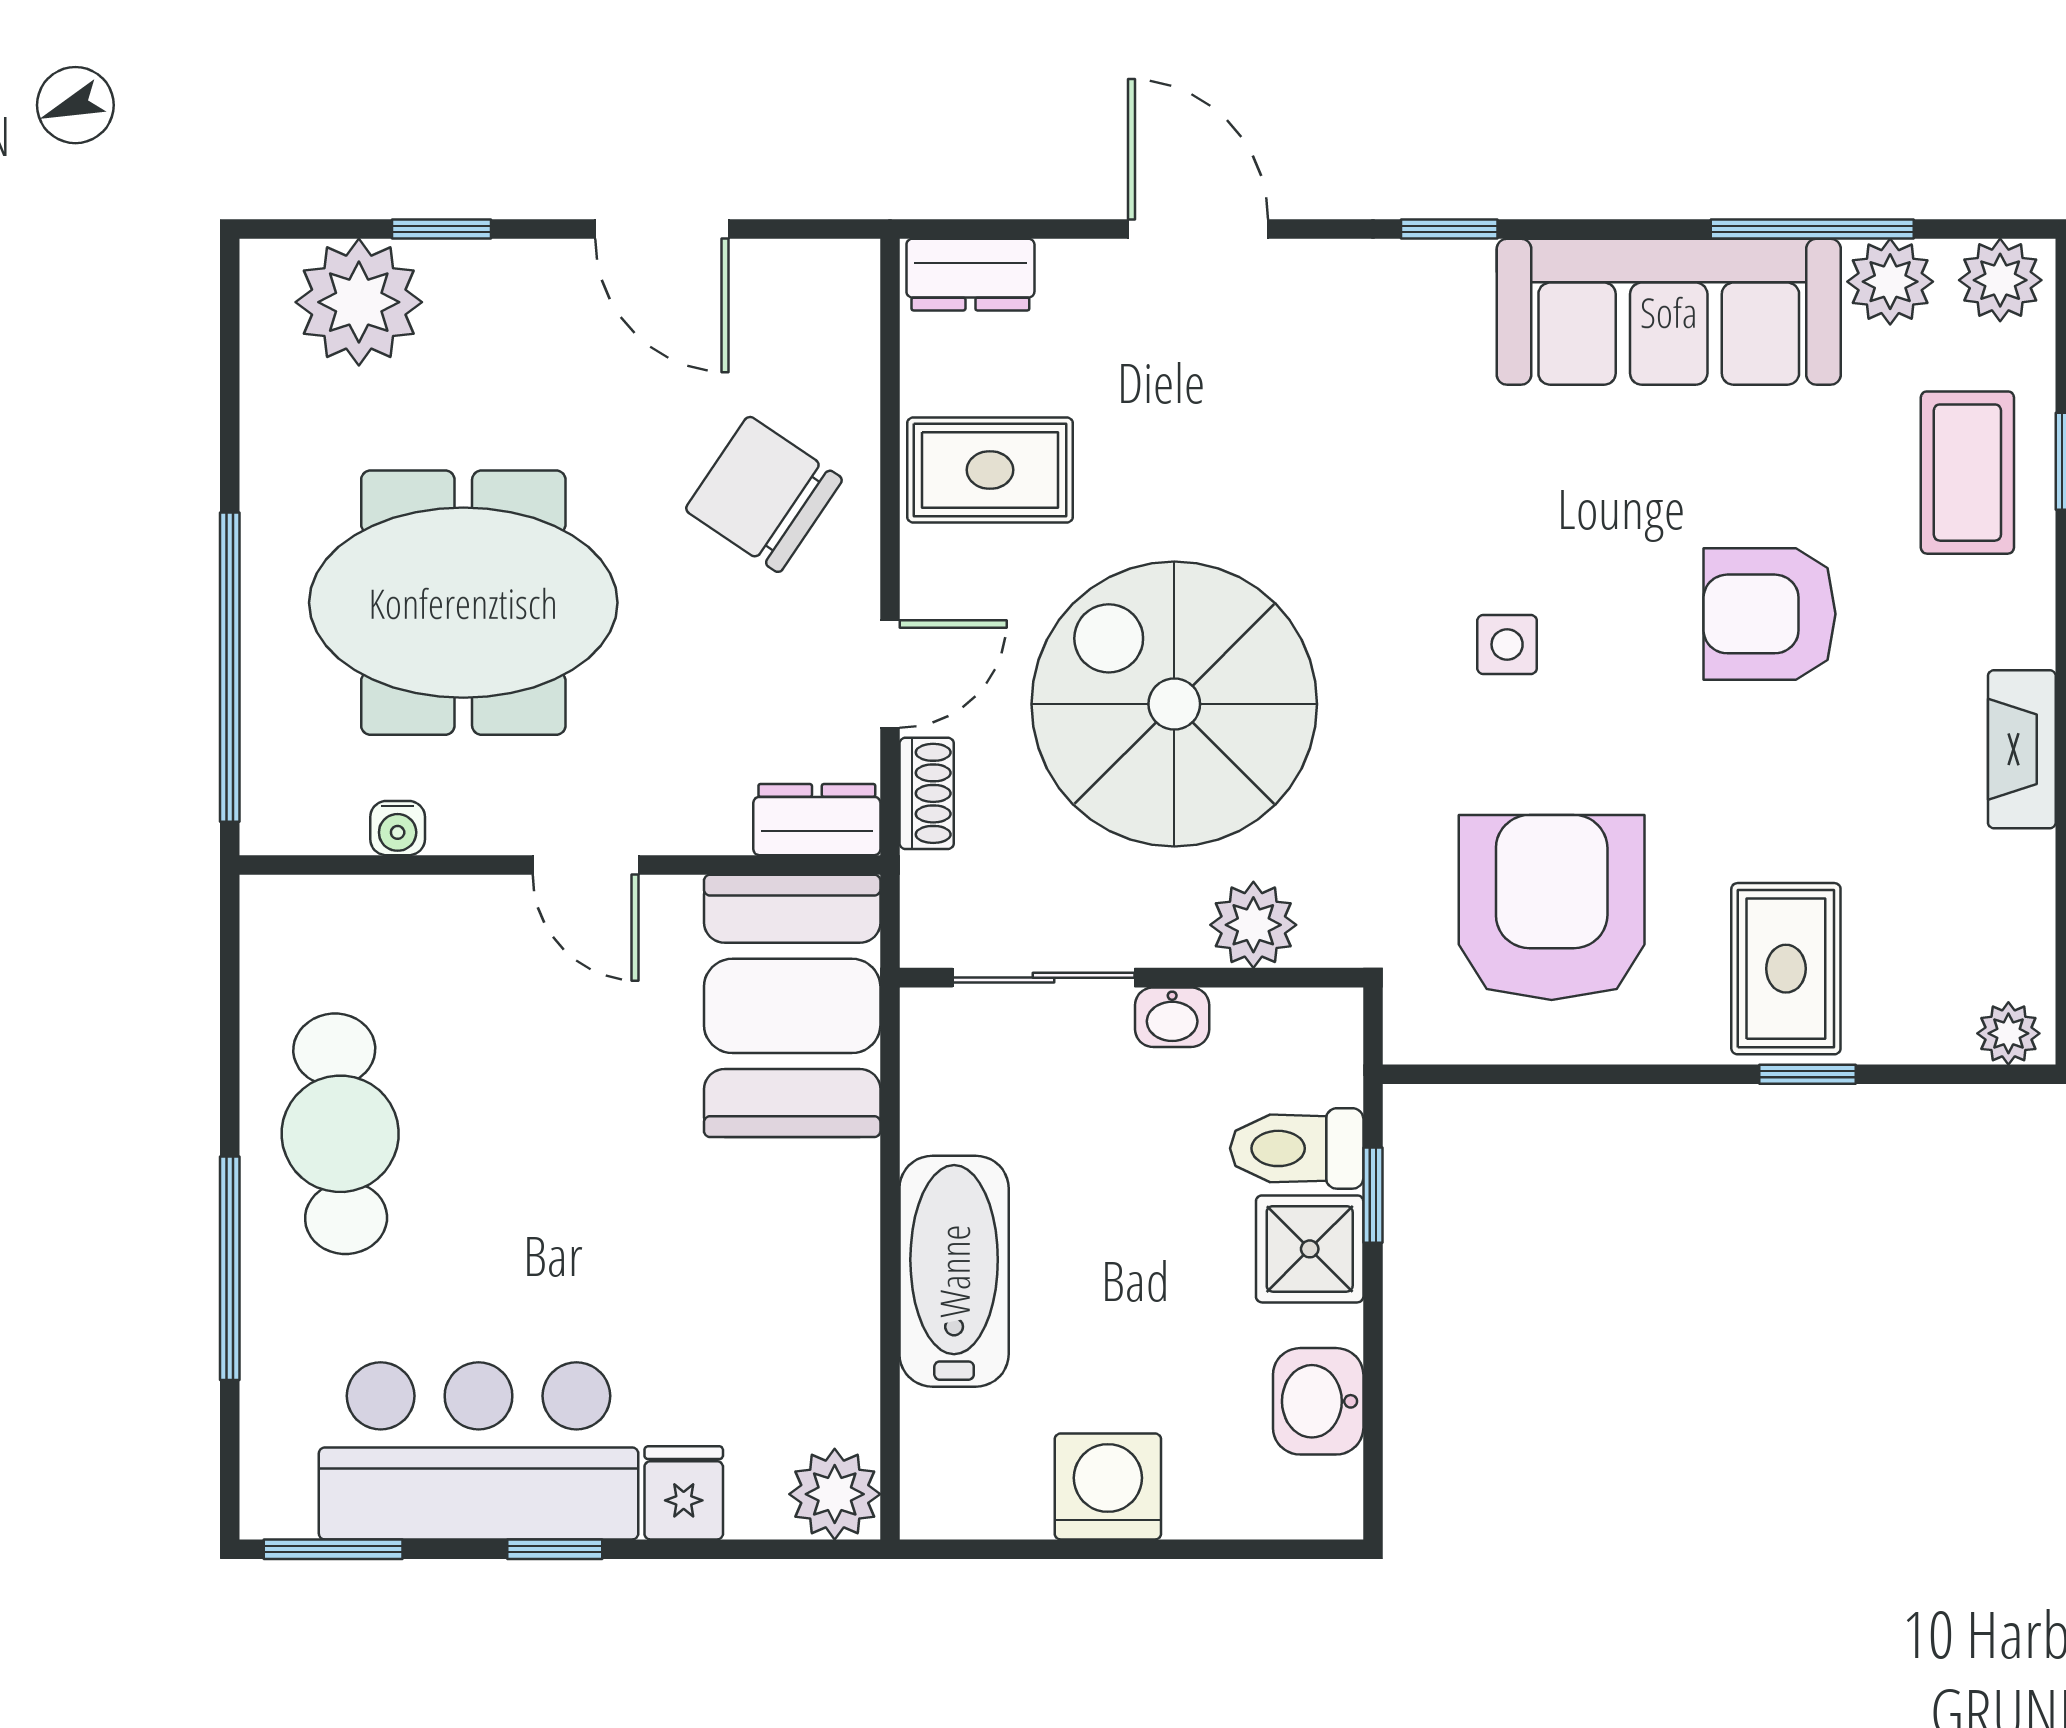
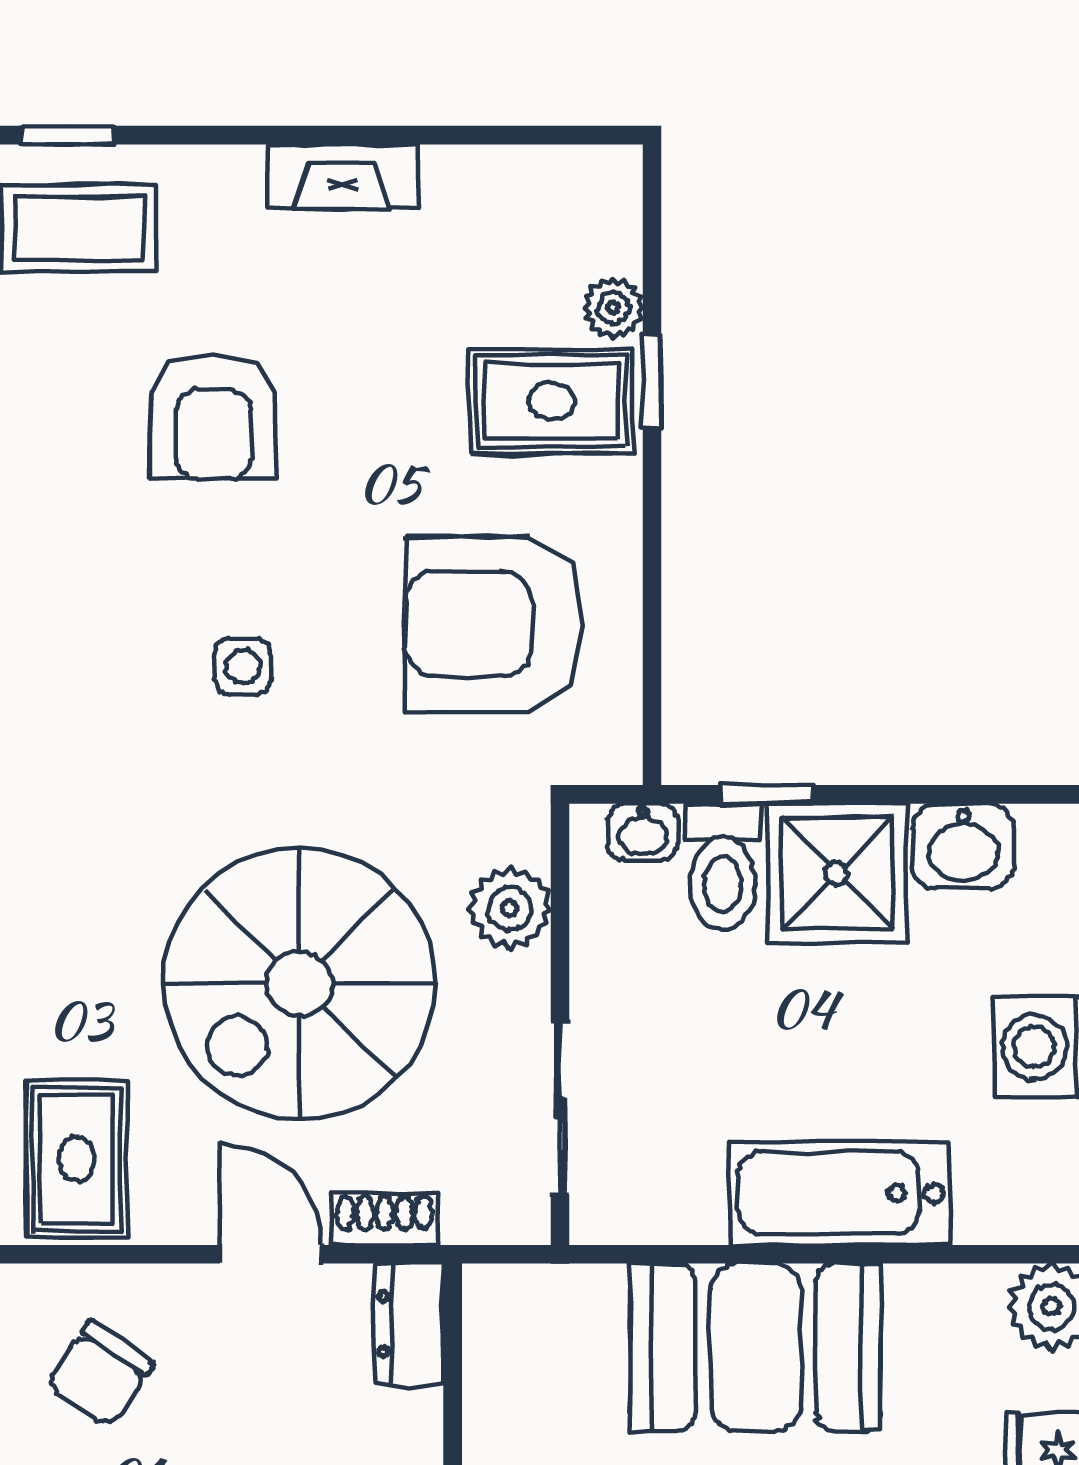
chair: (764, 494) -> (100, 1374), width x0.73, depth x0.73
booth: (792, 1006) -> (756, 1347), moved
washbasin: (1172, 1017) -> (643, 832), moved, turned 90
plant: (2008, 1033) -> (613, 308), moved
shower: (1310, 1249) -> (837, 873), width x1.36, depth x1.36

